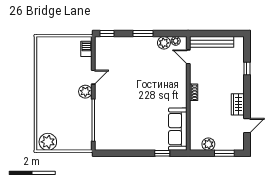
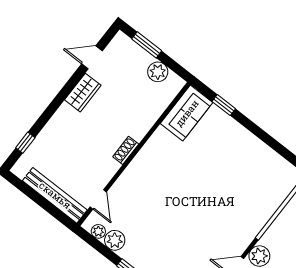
window: (247, 68) -> (25, 143), moved
sofa: (178, 129) -> (187, 113), width x0.73

